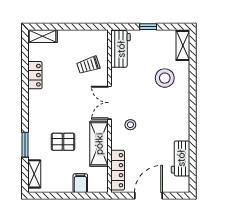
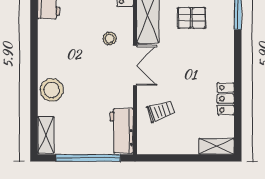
window: (148, 27) -> (88, 158), width x3.17
stool: (165, 78) -> (52, 90), moved

